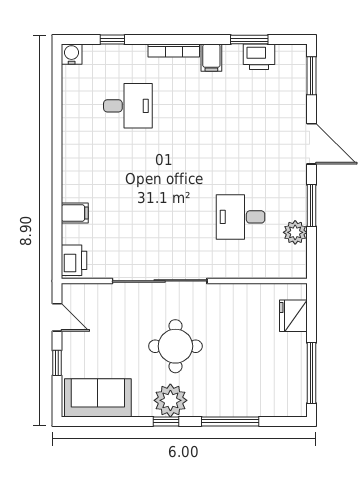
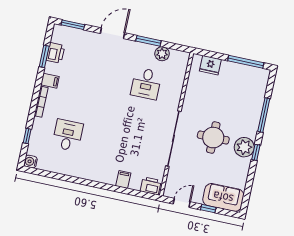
sofa: (98, 398) -> (223, 197), moved, turned 90

